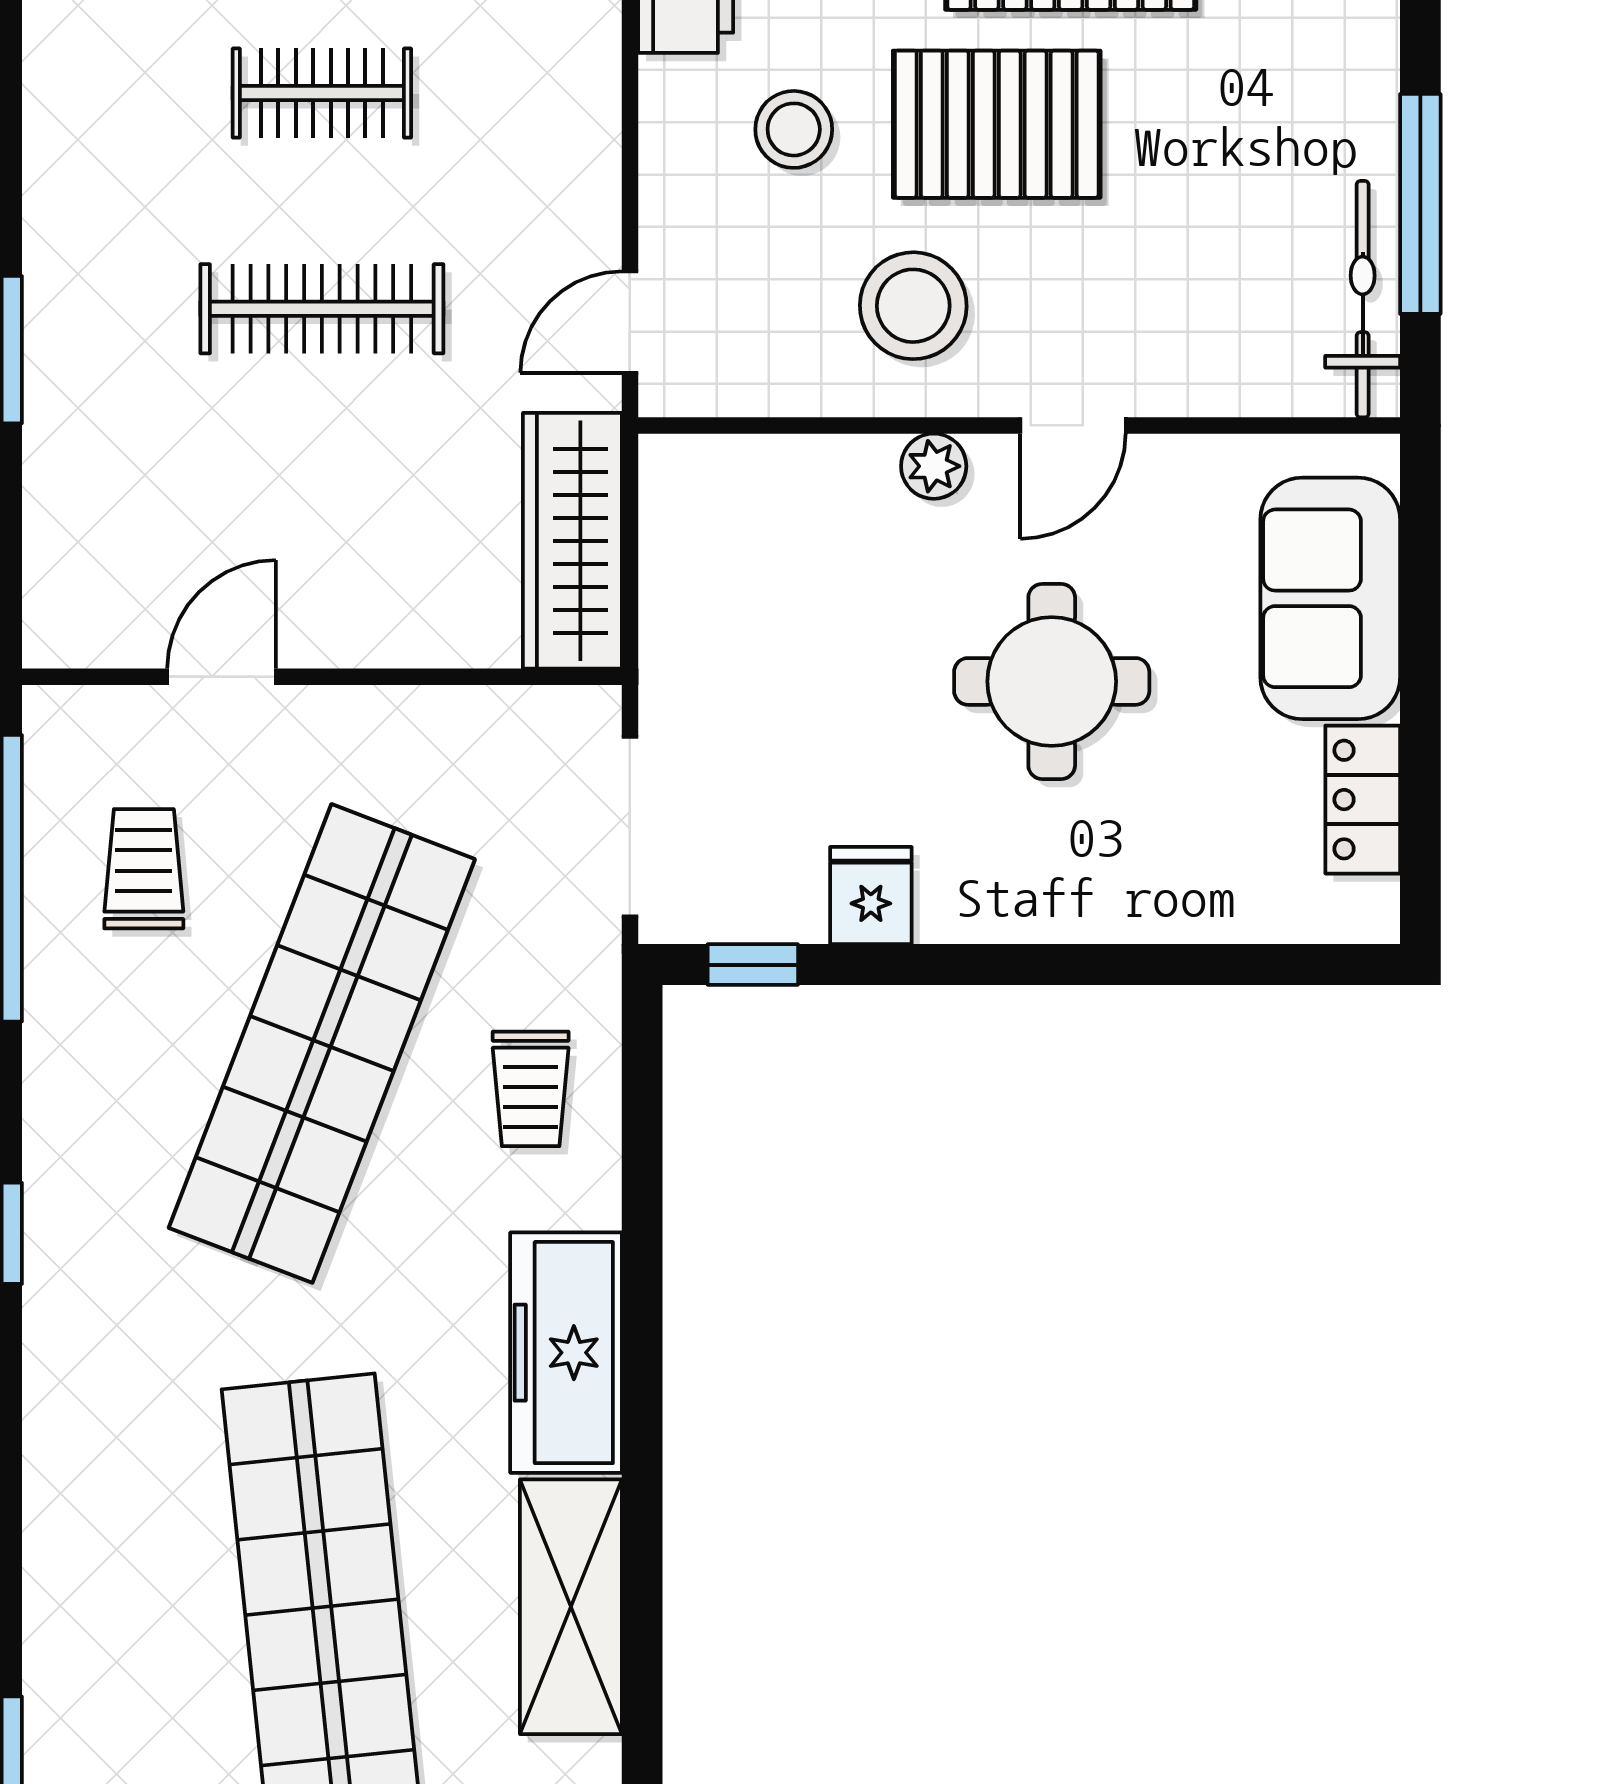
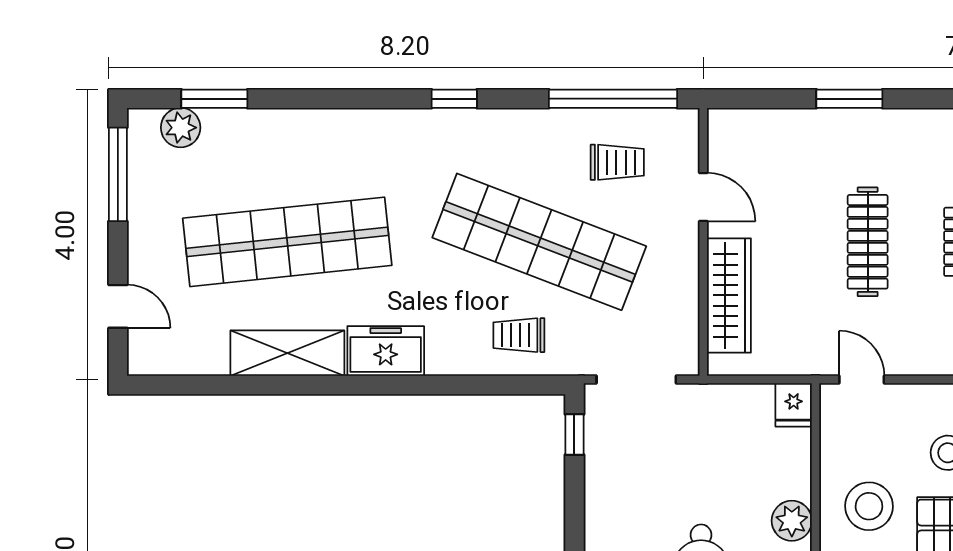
plant: (934, 466) -> (792, 521), width x1.38, depth x1.38
wardrobe: (572, 541) -> (729, 295), moved, turned 90
fridge: (871, 896) -> (794, 405), moved, turned 90
freezer: (566, 1353) -> (386, 351), width x0.71

